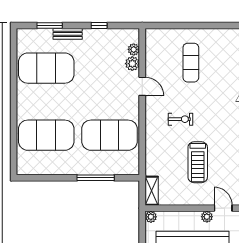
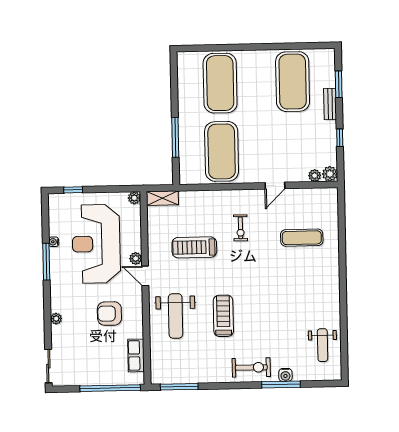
plant: (132, 64) -> (330, 174), moved
door: (223, 208) -> (145, 276), swing flipped

